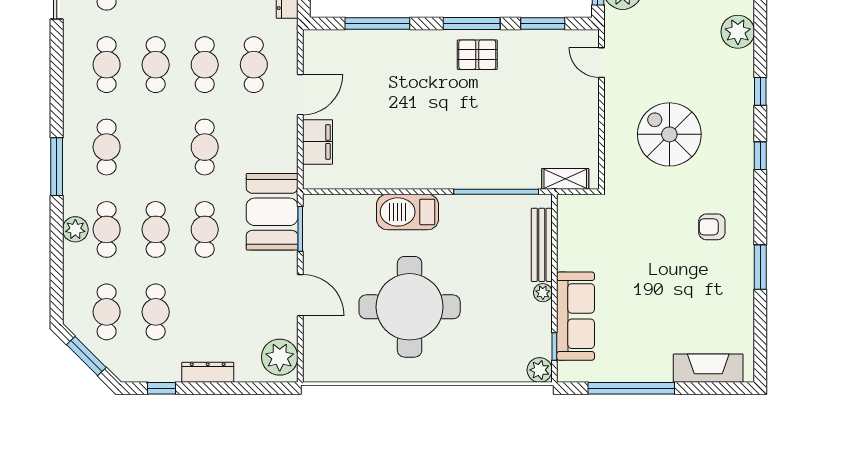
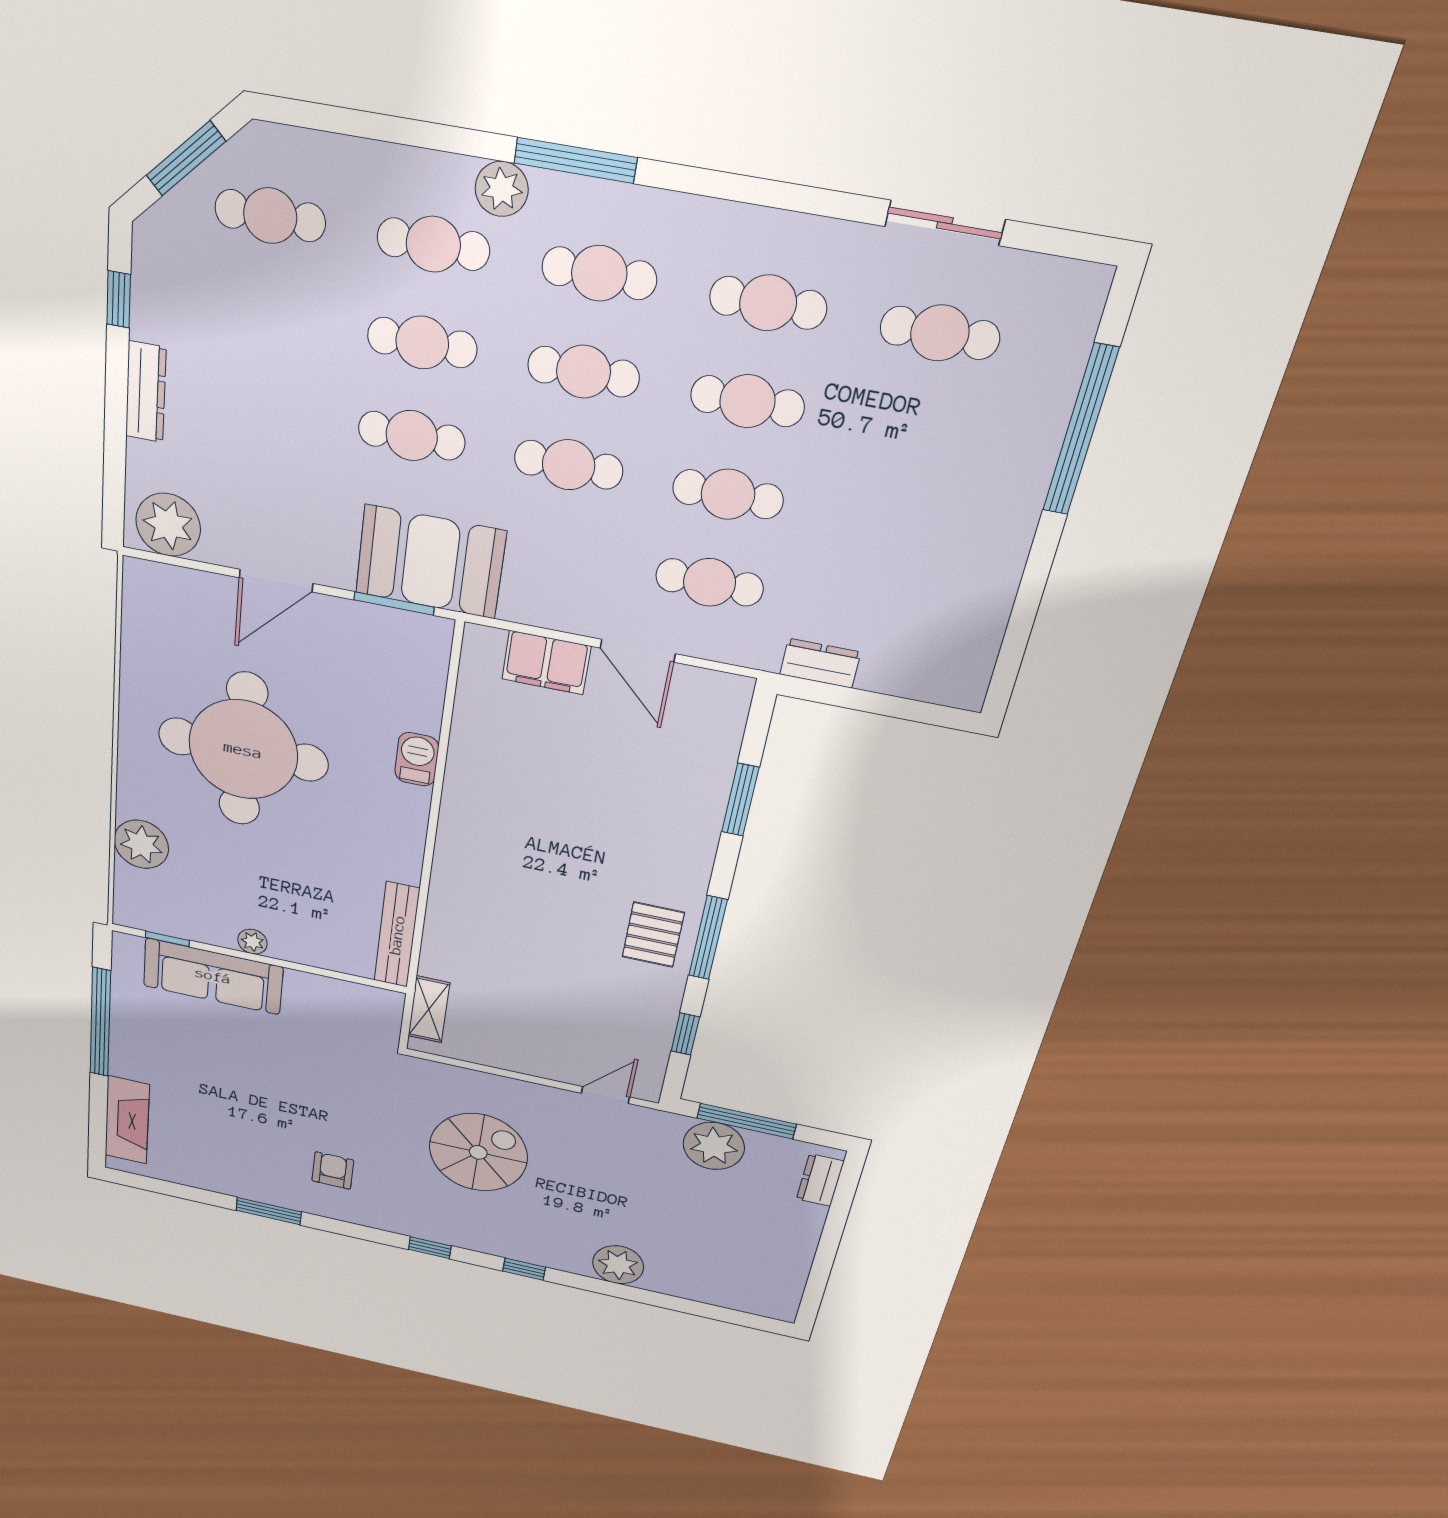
window: (377, 24) -> (740, 800), width x0.69
window: (543, 24) -> (685, 1034), width x0.67
window: (496, 192) -> (421, 913), removed
barbecue: (408, 212) -> (417, 759), width x0.53, depth x0.65
plant: (75, 229) -> (502, 189), moved
bench: (542, 245) -> (397, 935), moved, turned 90
cafe table: (156, 312) -> (583, 372), moved
plant: (540, 370) -> (141, 844), moved, width x1.36, depth x1.36

